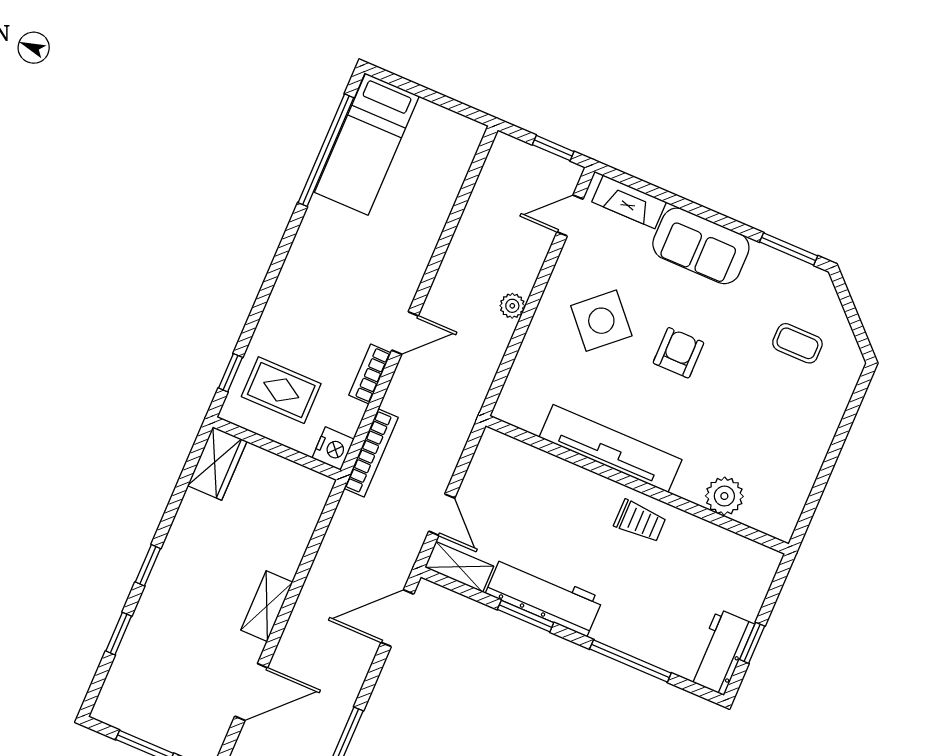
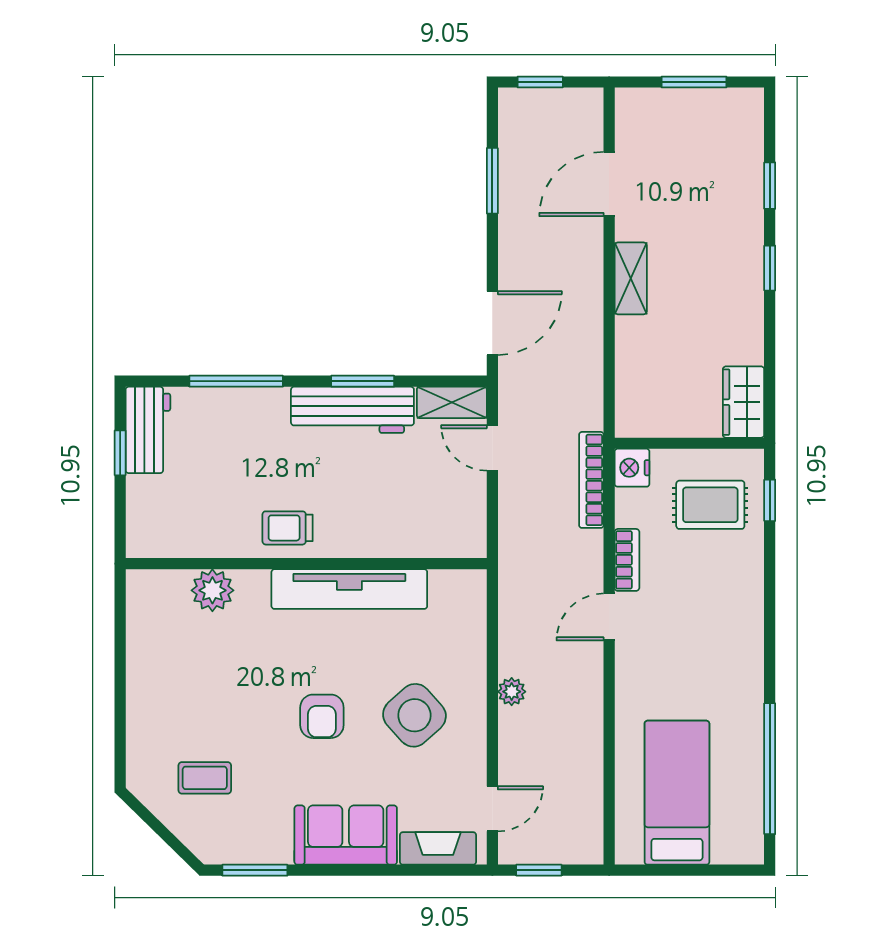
bed: (367, 144) -> (677, 793), moved

